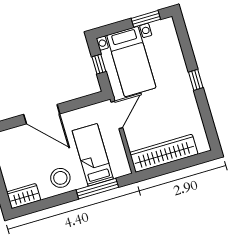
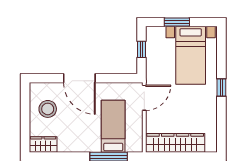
window: (146, 19) -> (177, 22), moved
bed with nightstands: (131, 62) -> (191, 55), moved
stool: (60, 178) -> (48, 109), moved

